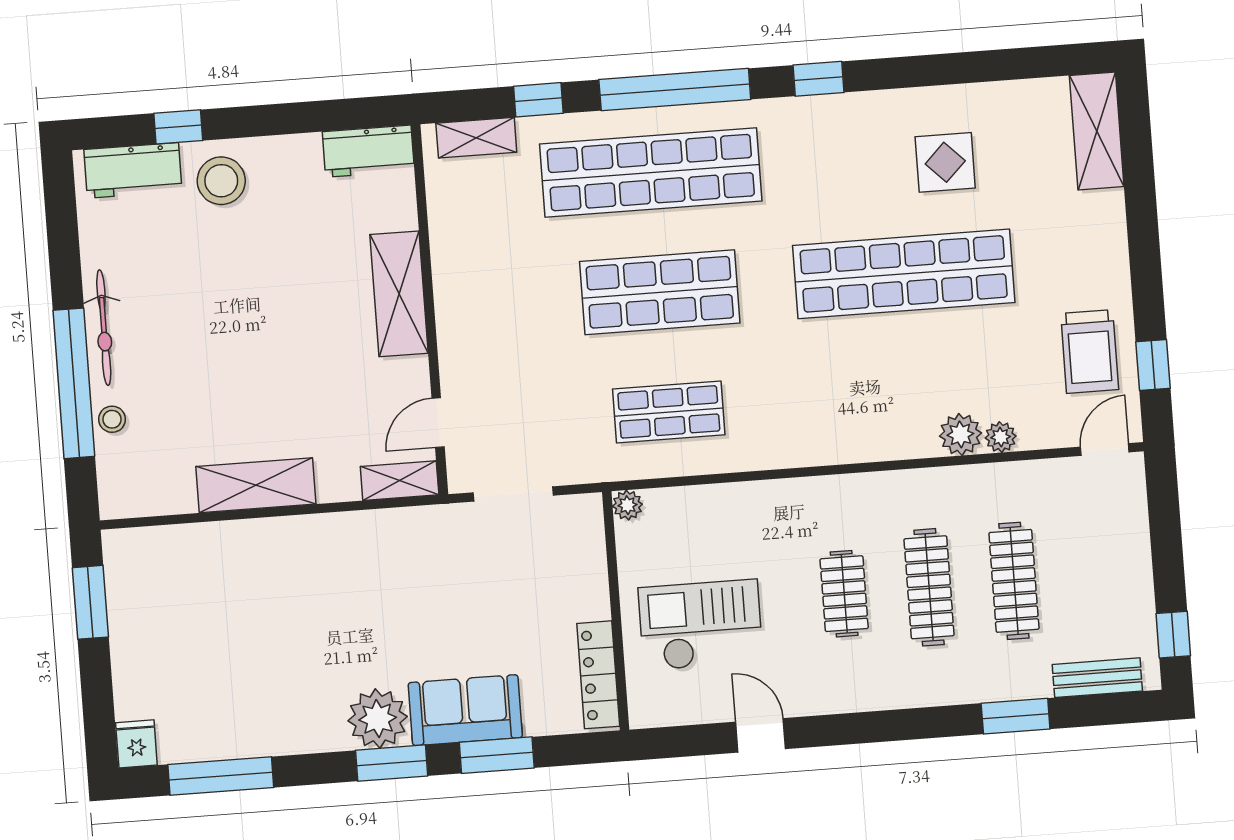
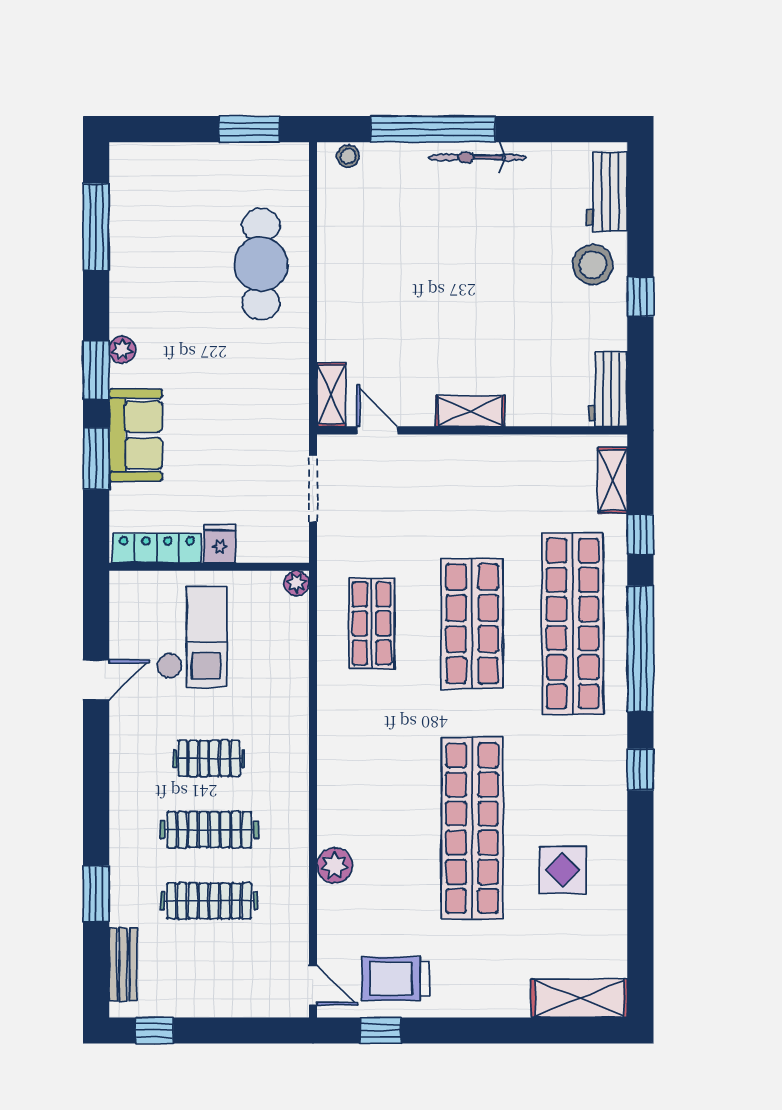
window: (178, 127) -> (640, 297), moved
shelving: (399, 294) -> (470, 411), width x0.67, depth x0.75
stool: (112, 419) -> (348, 156), moved
plant: (1001, 437) -> (330, 899), removed
shelving: (256, 485) -> (336, 274), removed
cafe table: (250, 576) -> (261, 264), added
plant: (378, 719) -> (122, 350), width x0.53, depth x0.53
fridge: (136, 744) -> (220, 544), moved, turned -90

